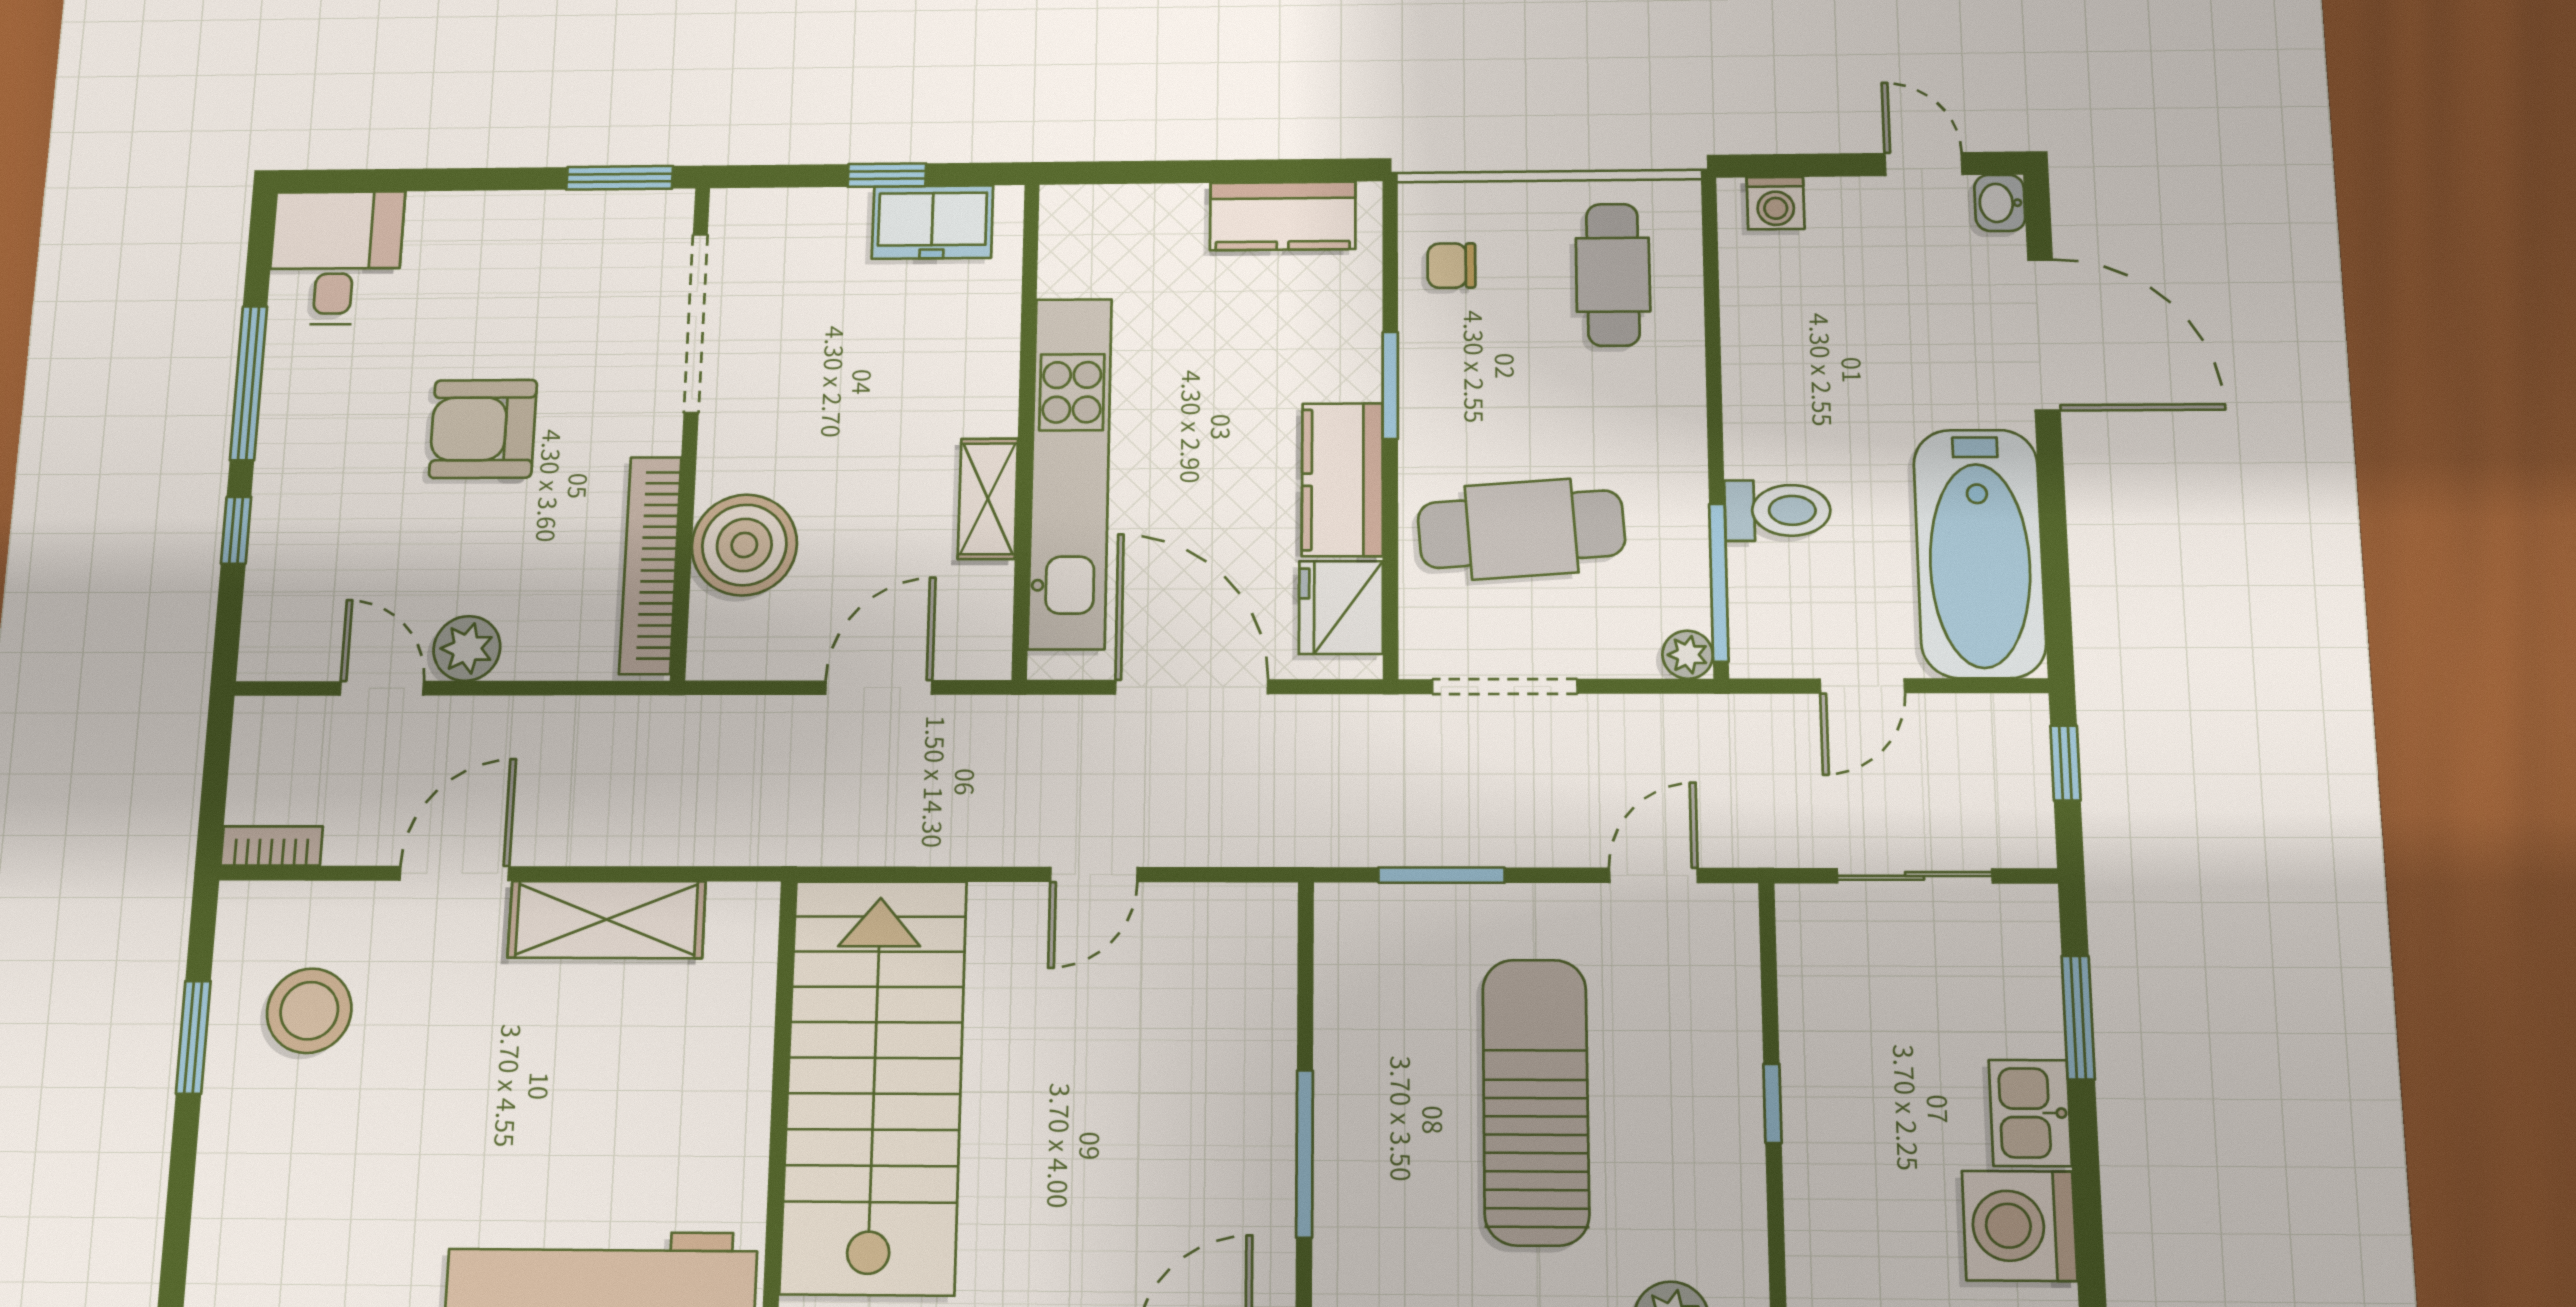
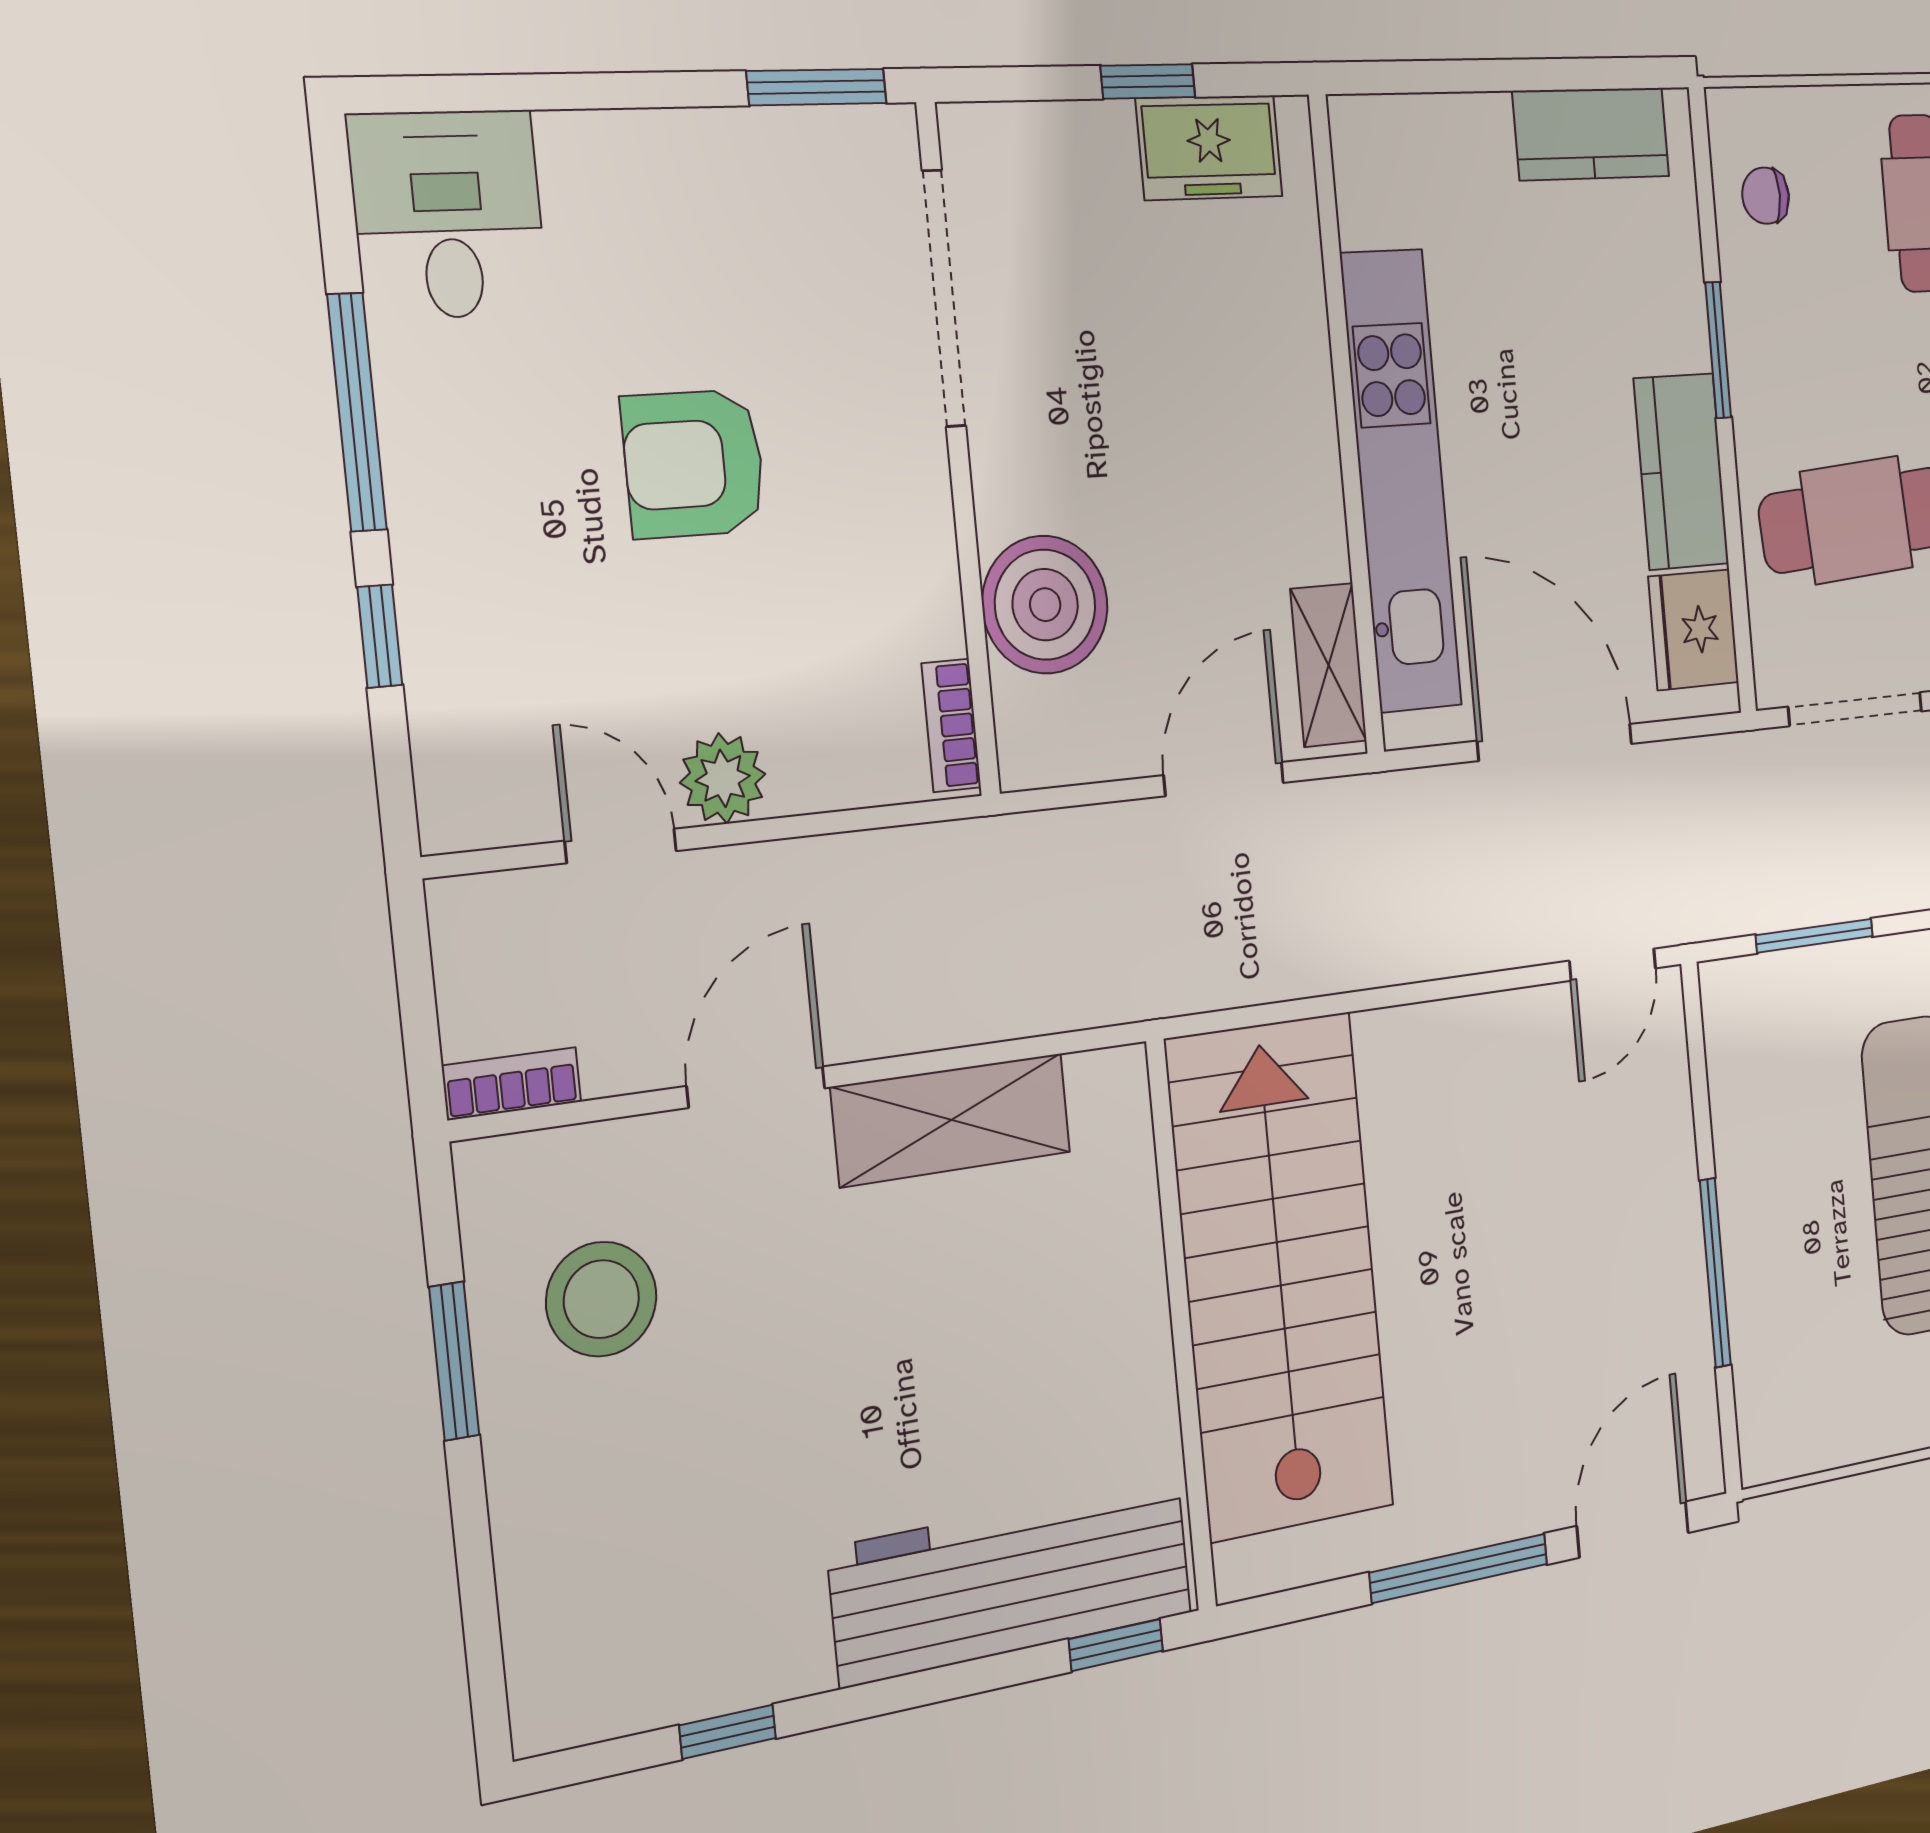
shelving: (988, 499) -> (1329, 665), moved
bookcase: (650, 565) -> (951, 725), width x0.43, depth x0.76
door: (1094, 875) -> (1613, 965), moved

